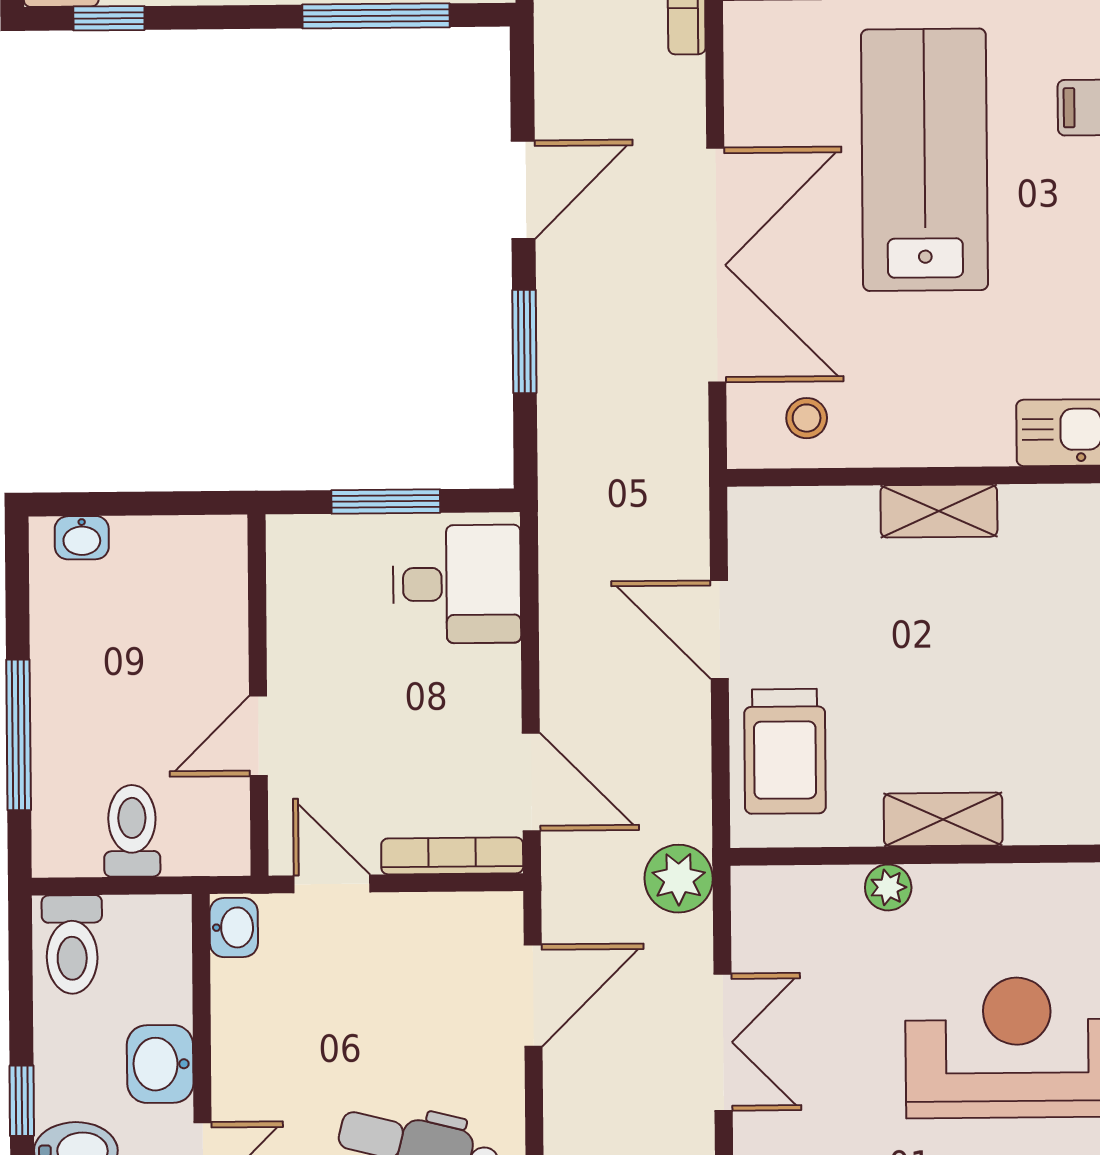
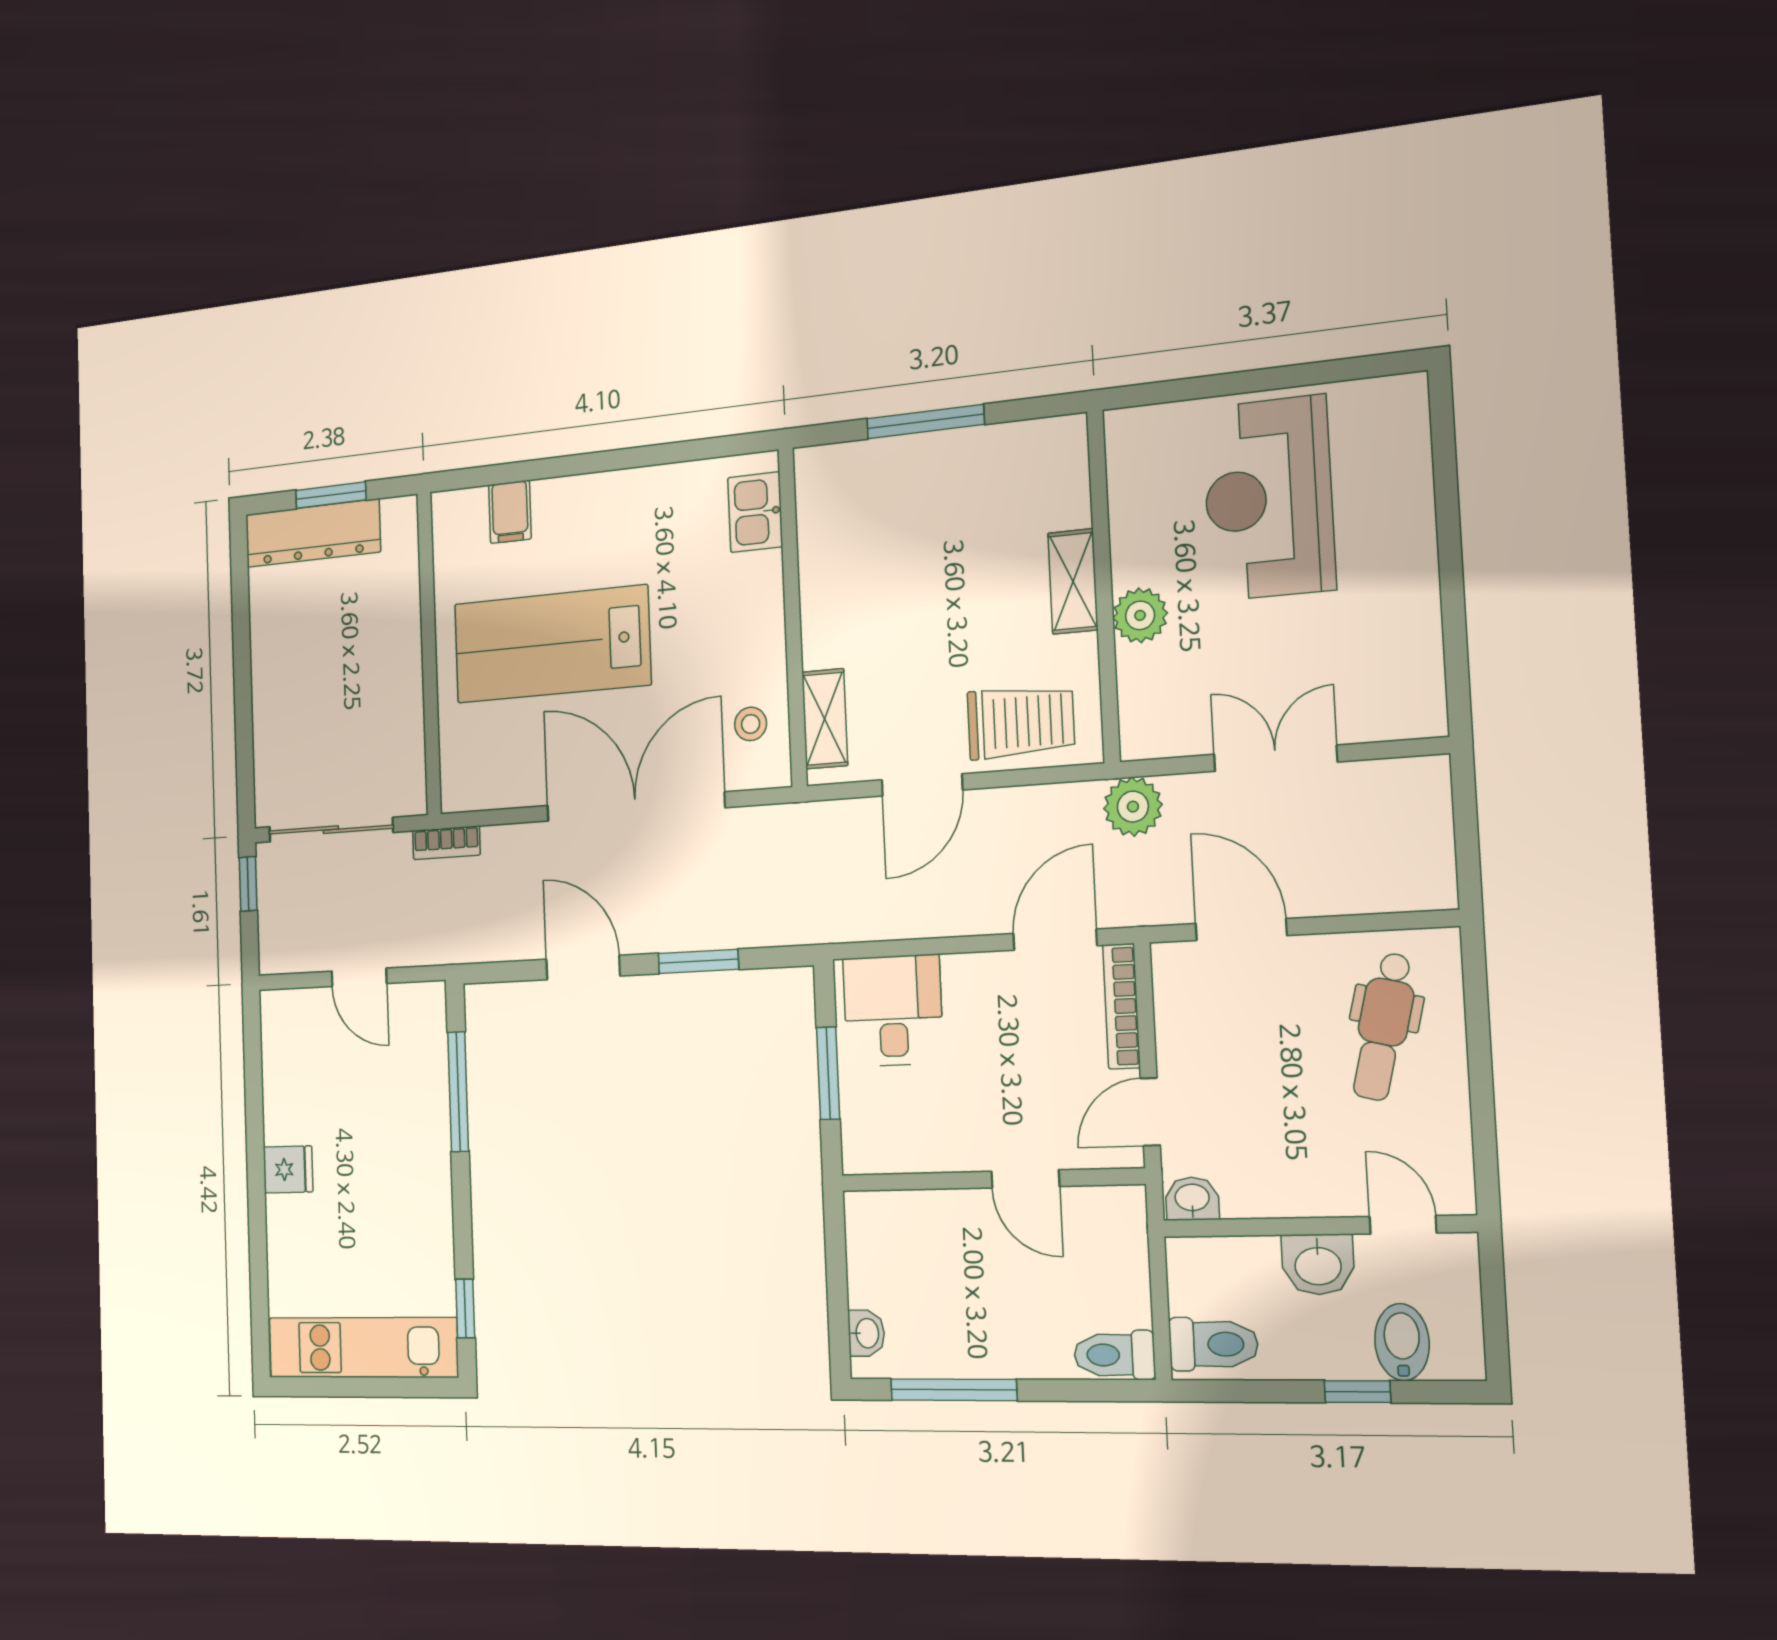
shelving: (939, 511) -> (825, 719), moved
window: (19, 735) -> (954, 1390), moved
toilet: (132, 831) -> (1114, 1355), moved
plant: (888, 887) -> (1140, 615), width x1.38, depth x1.38

